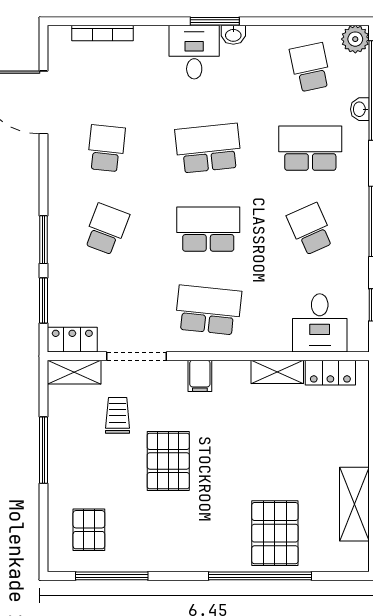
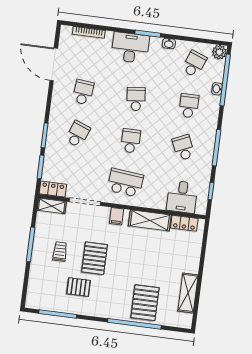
washbasin: (233, 35) -> (169, 43), moved
desk: (194, 52) -> (130, 48), width x1.37
school desk: (310, 67) -> (194, 64), turned 33
school desk: (208, 148) -> (136, 99), width x0.54
school desk: (310, 148) -> (189, 106), width x0.54
school desk: (208, 229) -> (131, 141), width x0.54
shelving: (277, 372) -> (150, 220), width x1.50, depth x1.33
trolley: (118, 415) -> (60, 252), moved
pallet: (89, 530) -> (79, 287), moved, turned 90

